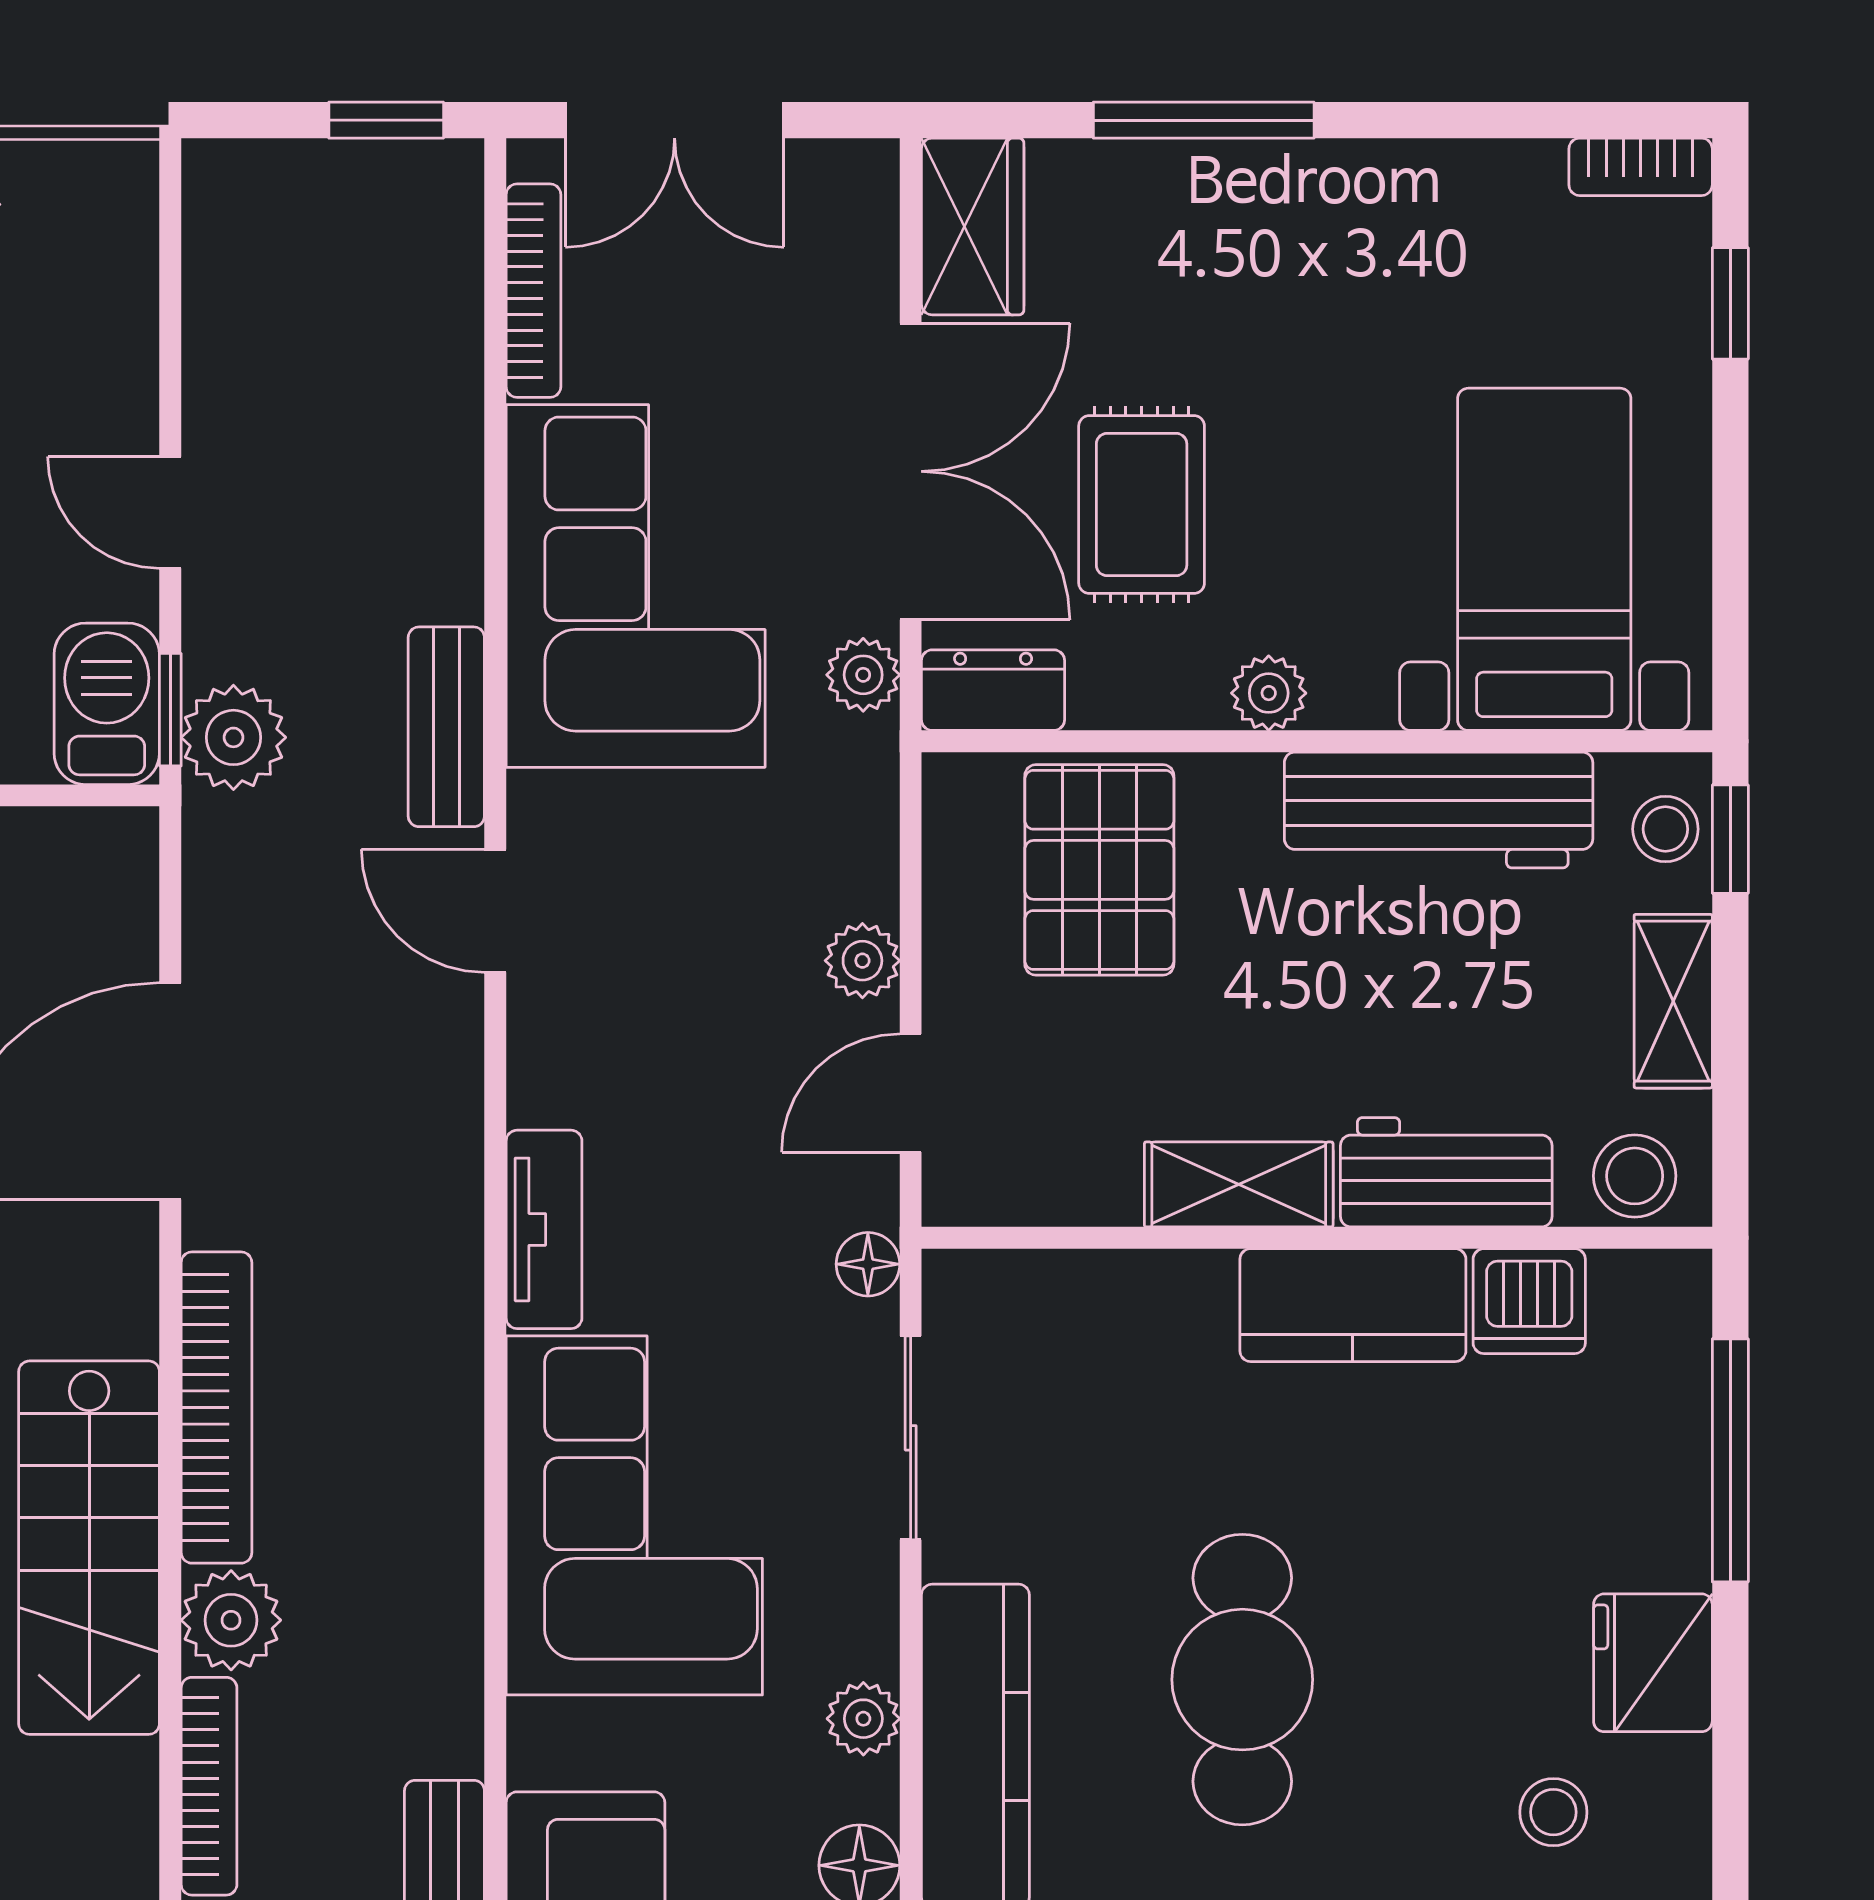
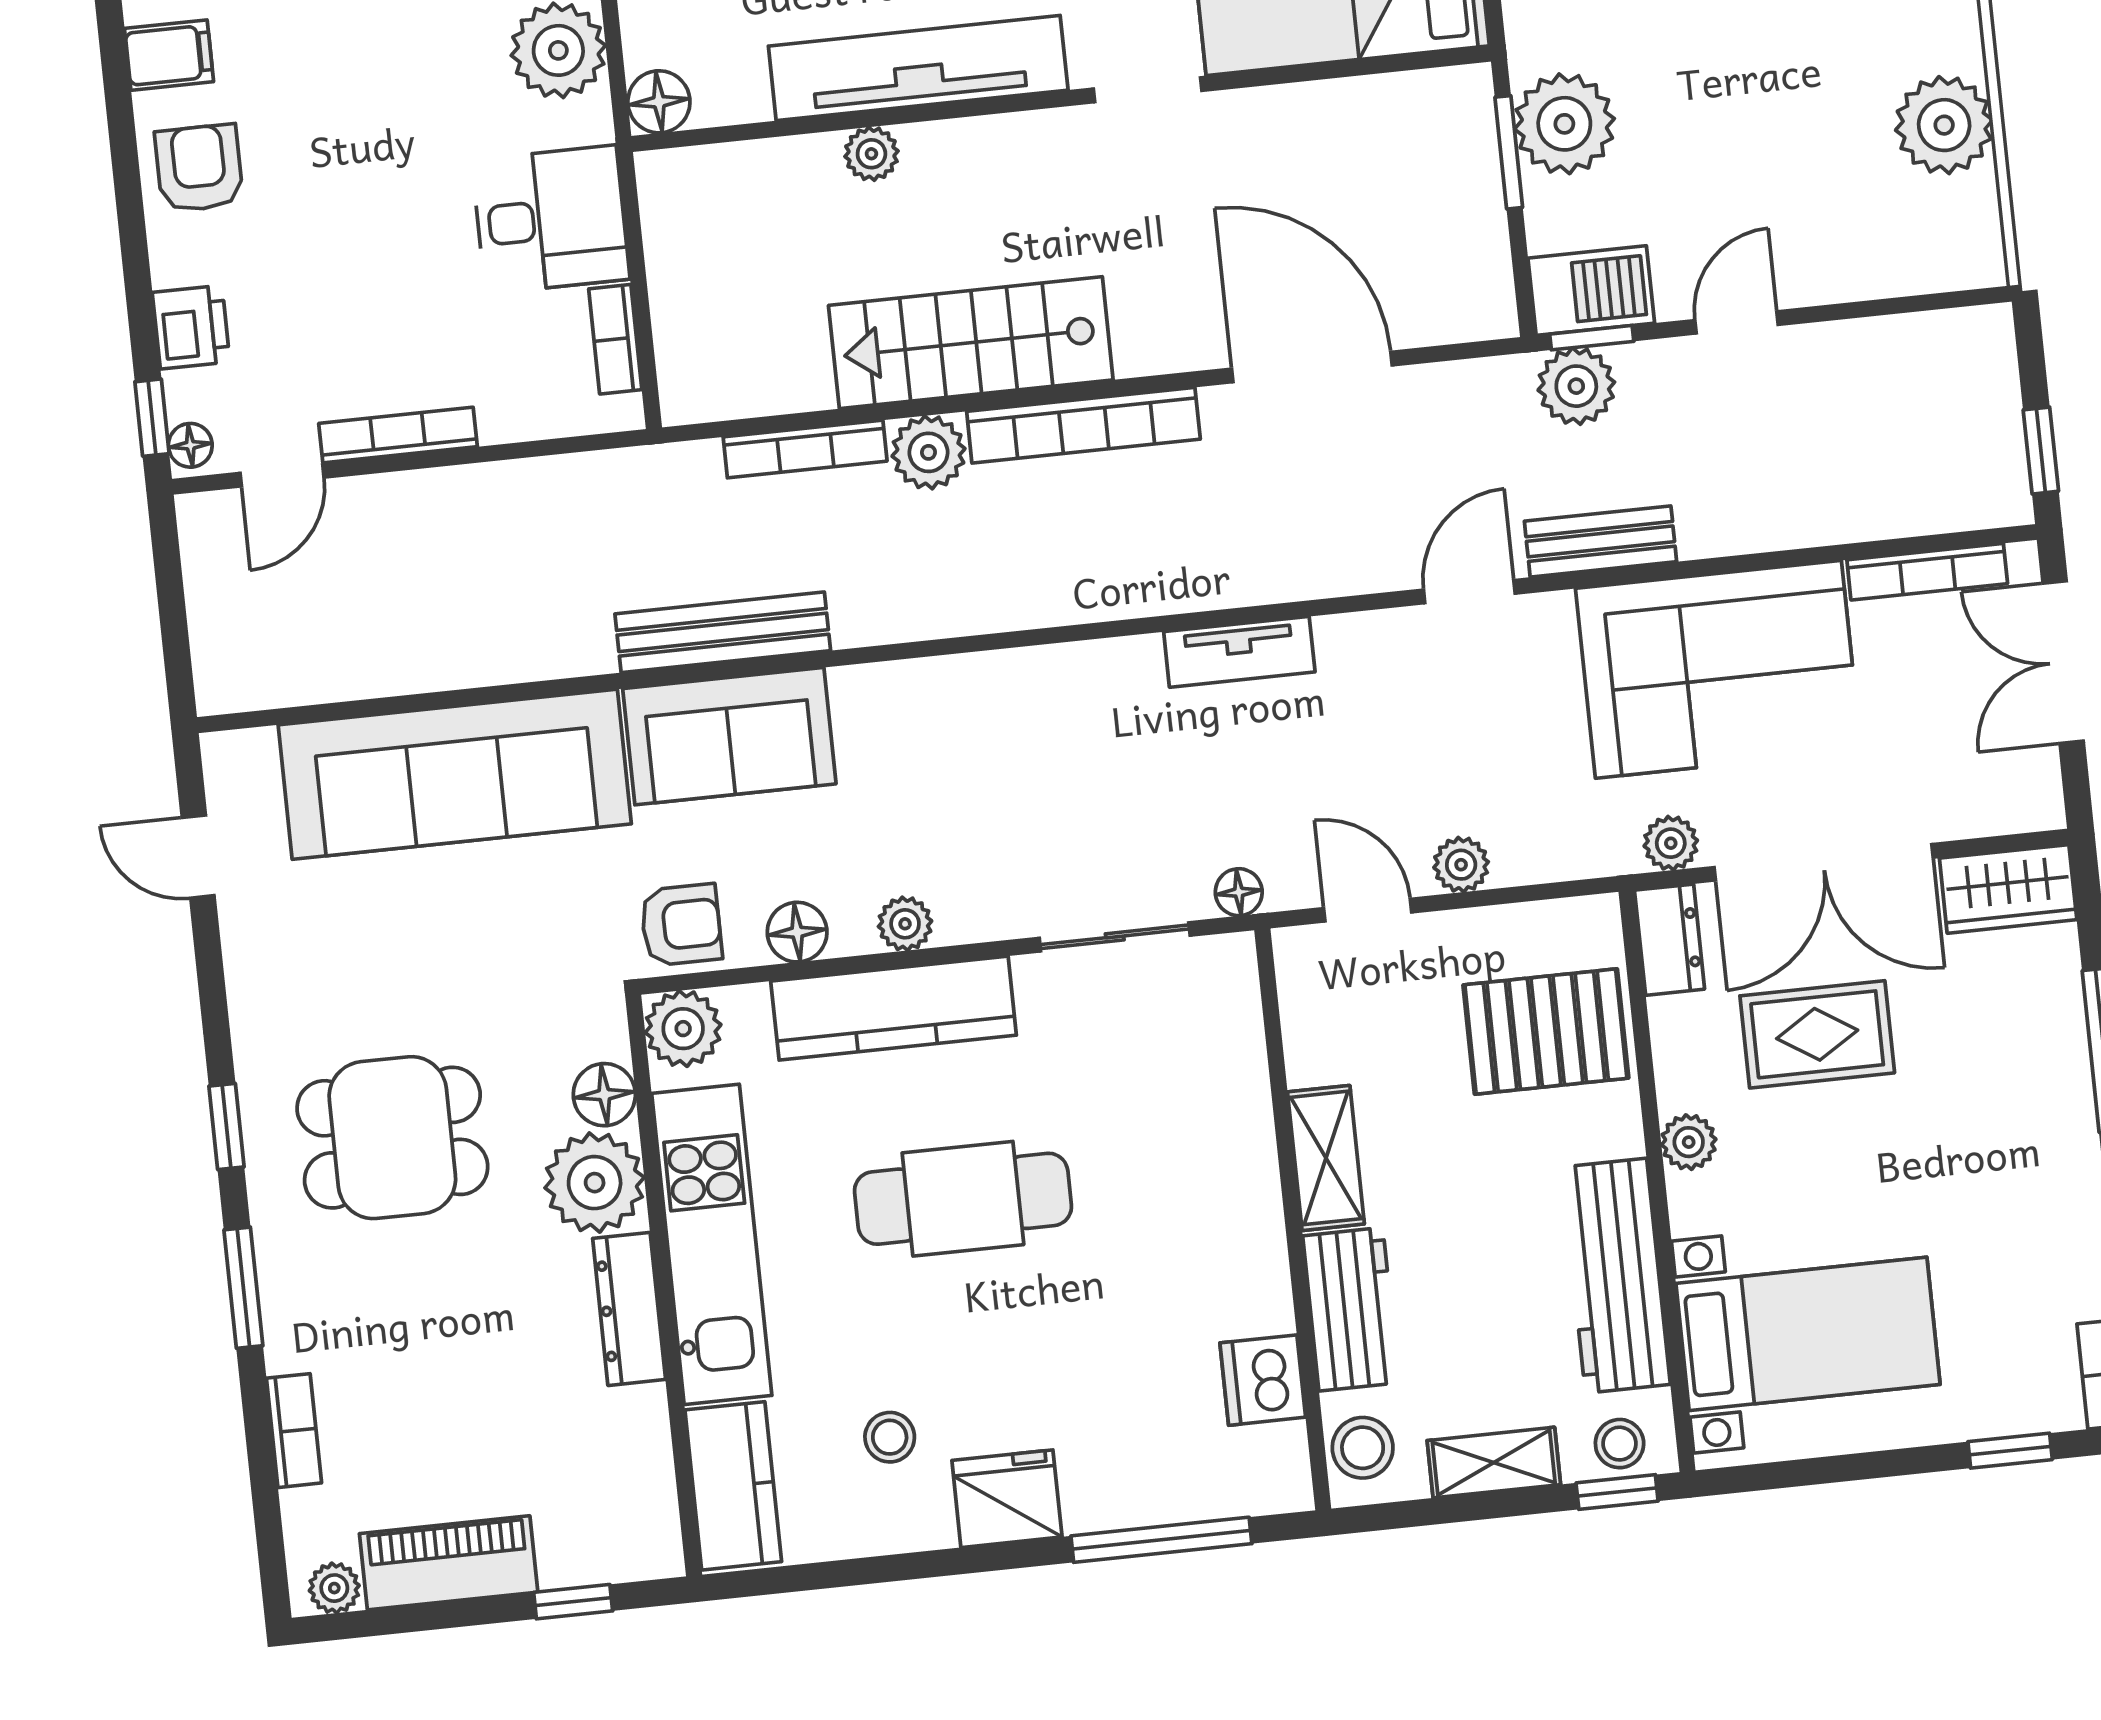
kitchen counter: (1353, 1305) -> (1246, 1251), removed
corner sofa: (634, 1515) -> (1037, 740), removed

